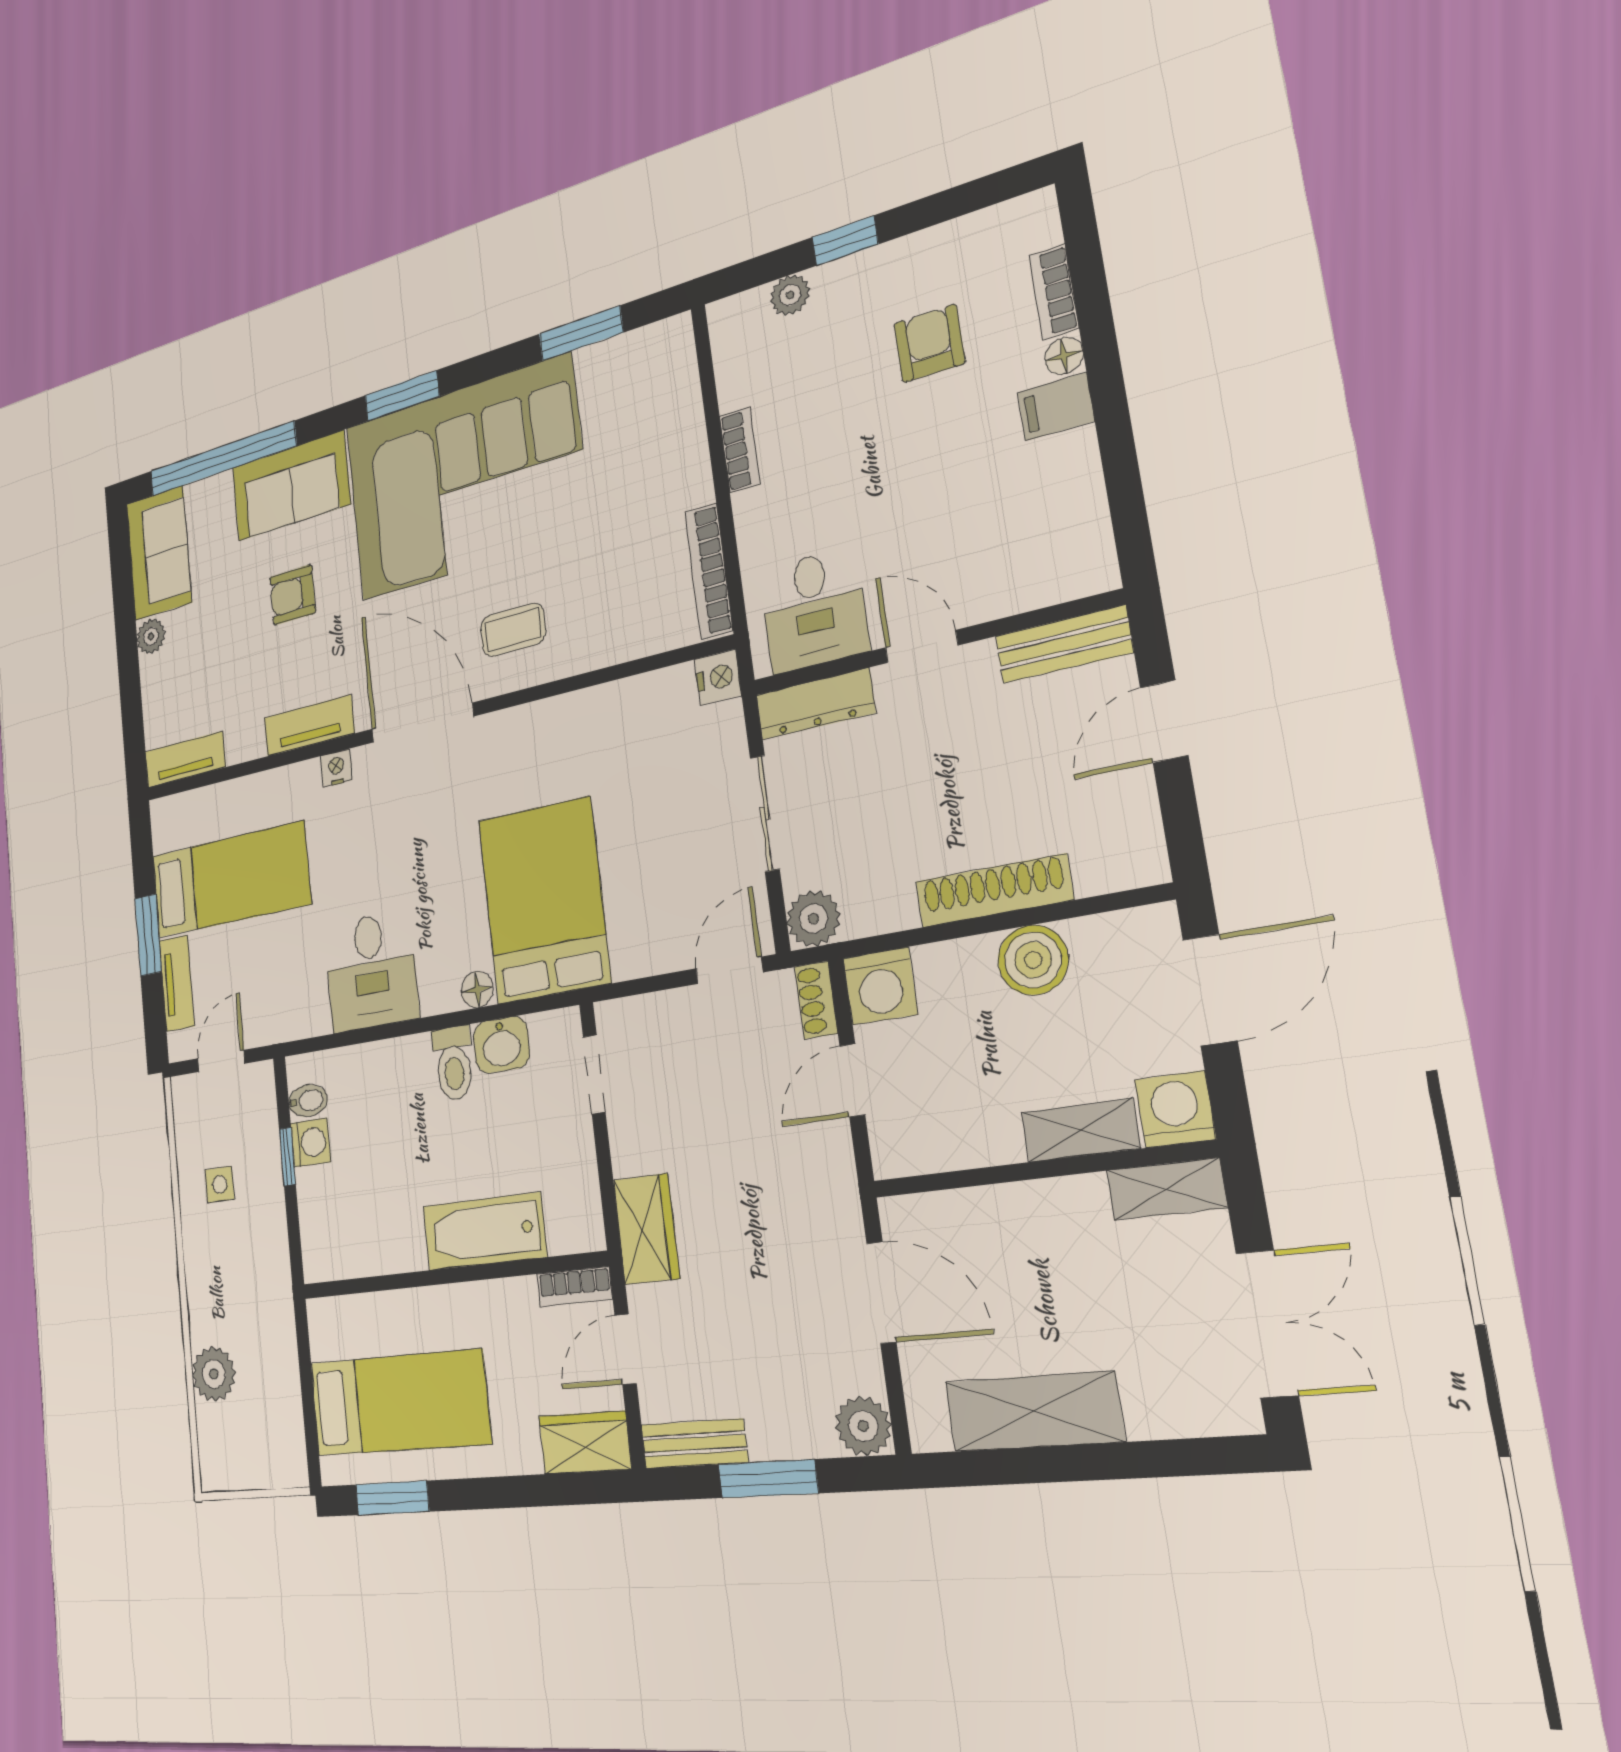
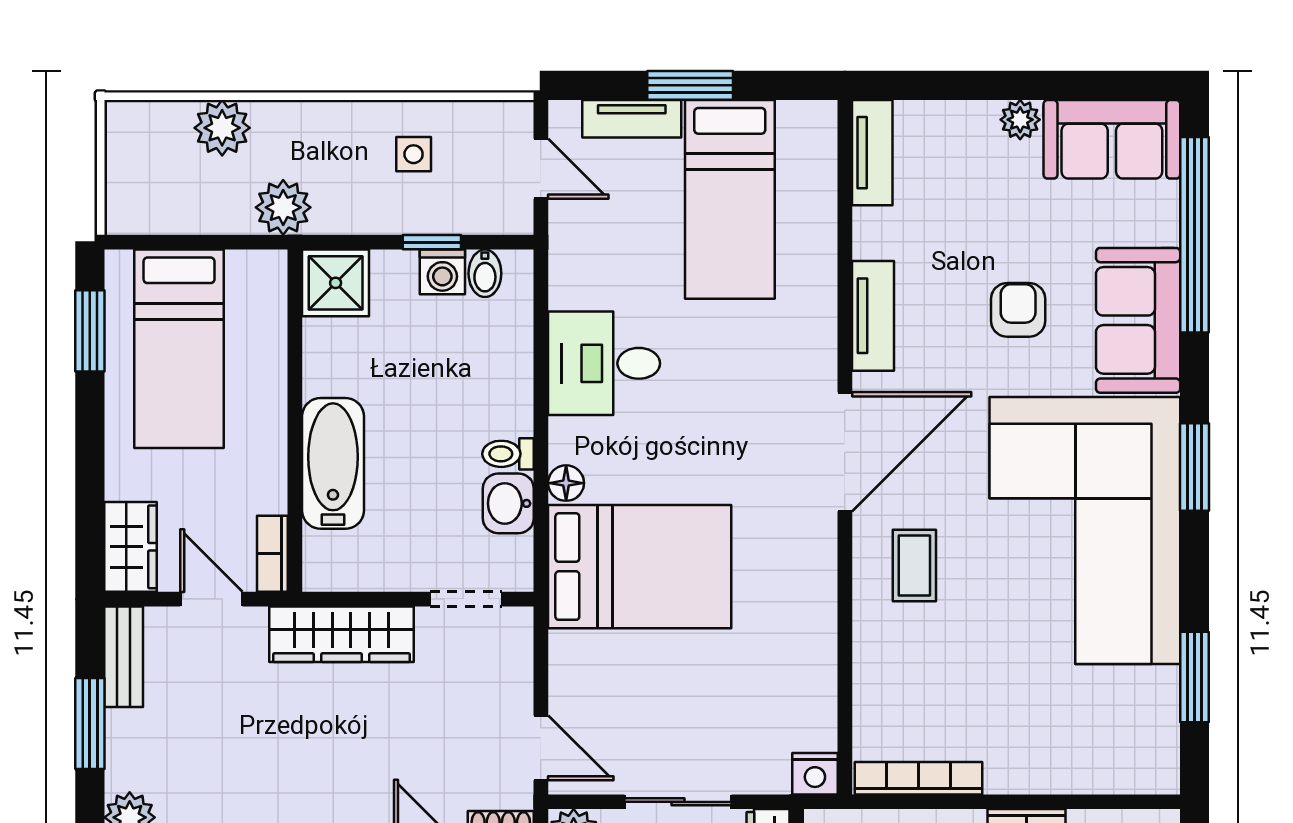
nightstand: (336, 768) -> (821, 344), removed
toilet: (453, 1063) -> (508, 454), width x0.73, depth x0.72
wardrobe: (646, 1229) -> (342, 634), width x1.50
shower: (329, 1248) -> (336, 283), added
plant: (272, 1307) -> (283, 207), added

